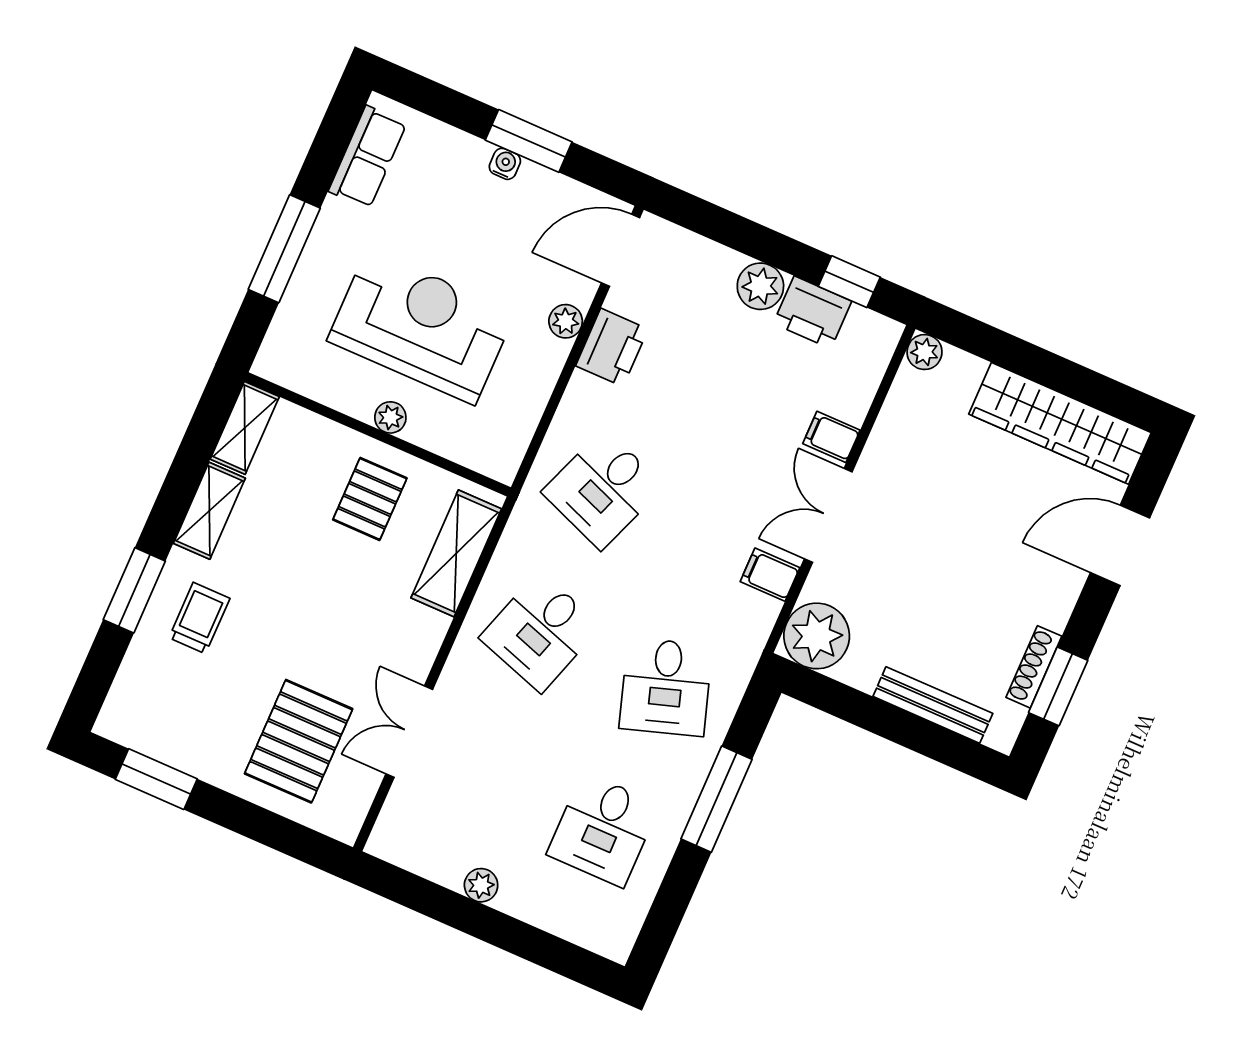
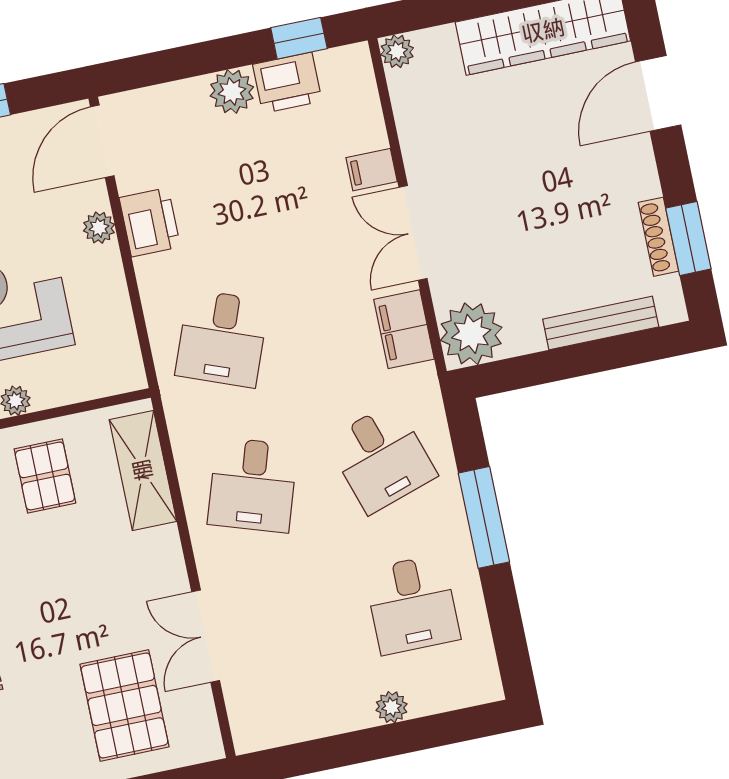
filing cabinet: (770, 575) -> (404, 329), width x2.00
plant: (481, 885) -> (392, 707), moved

